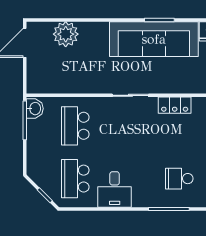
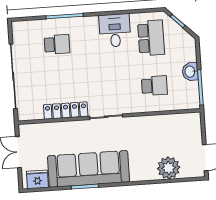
locker: (175, 105) -> (66, 111), width x1.53
washbasin: (35, 109) -> (190, 72), moved
school desk: (75, 126) -> (154, 86), width x0.54

